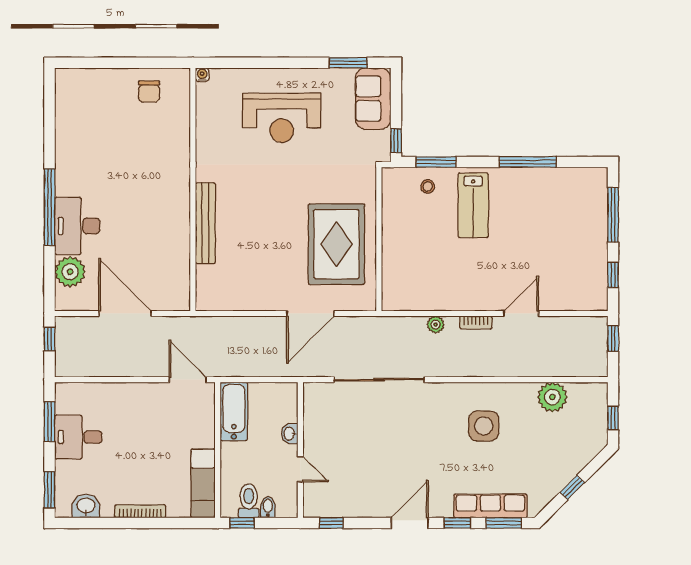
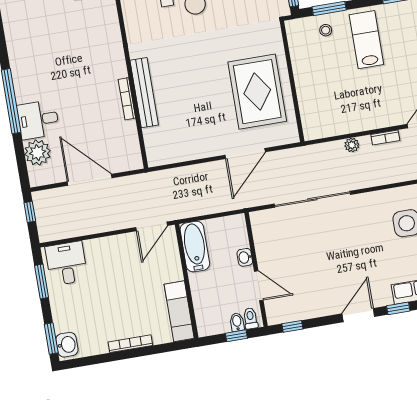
lab bench: (473, 205) -> (366, 40), turned 180
desk: (77, 226) -> (38, 120), width x0.73
bookcase: (184, 227) -> (127, 99), added
door: (188, 380) -> (152, 226), swing flipped
desk: (78, 437) -> (66, 263), moved, turned 90
door: (300, 469) -> (259, 286), width x1.38
toilet: (249, 501) -> (250, 318), moved, width x0.73, depth x0.72
washbasin: (86, 506) -> (67, 345), moved, turned 90
window: (242, 523) -> (236, 336), moved

